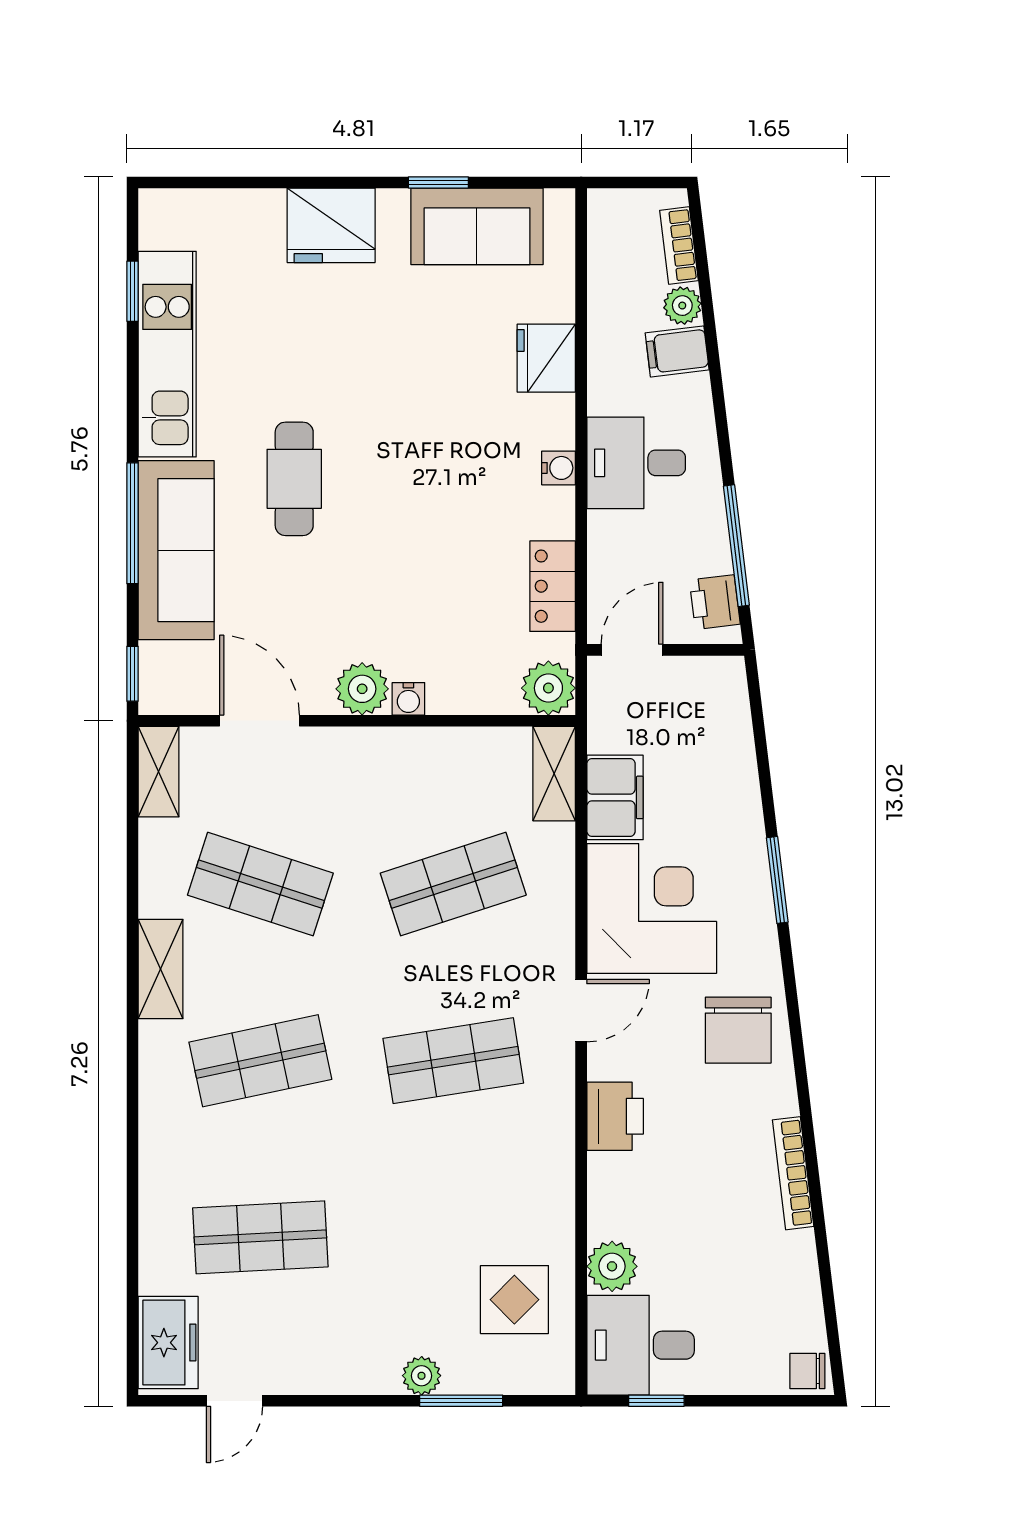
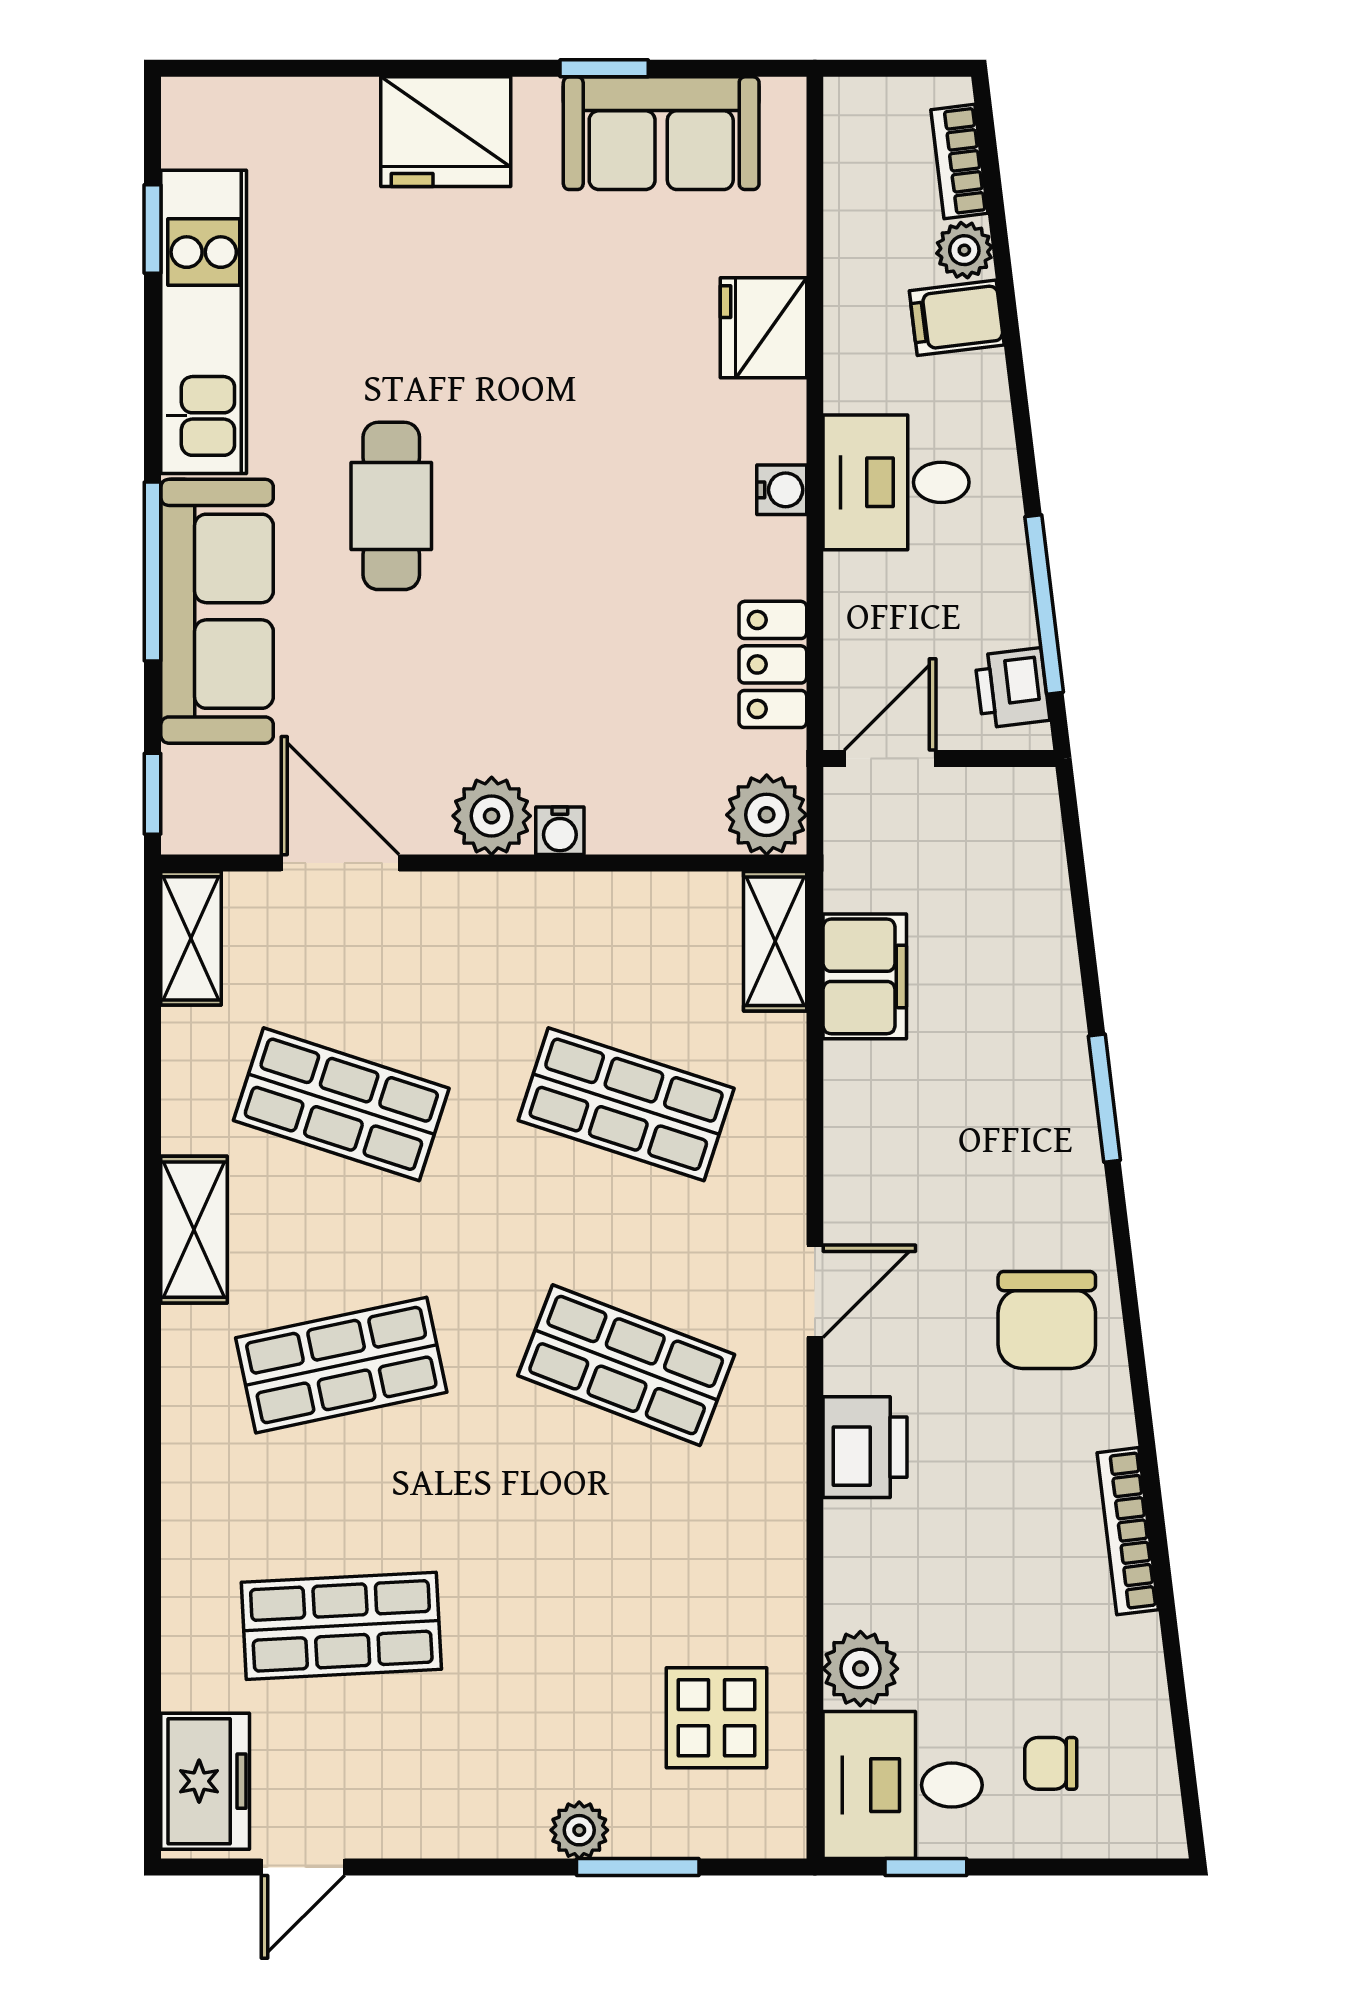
shop shelf: (453, 884) -> (626, 1104), turned 36
corner desk: (652, 908) -> (919, 1140), removed
shop shelf: (453, 1061) -> (626, 1365), turned 30
chair: (807, 1371) -> (1051, 1763), moved

